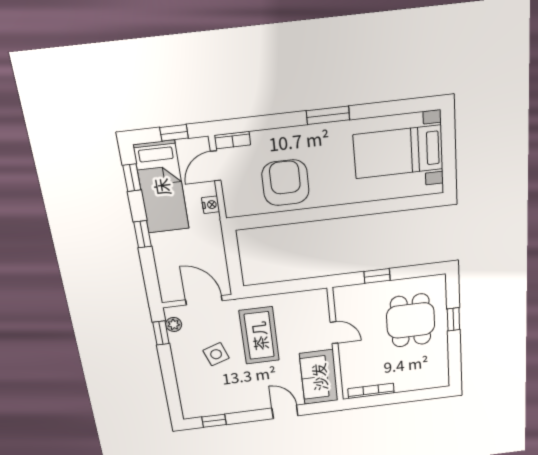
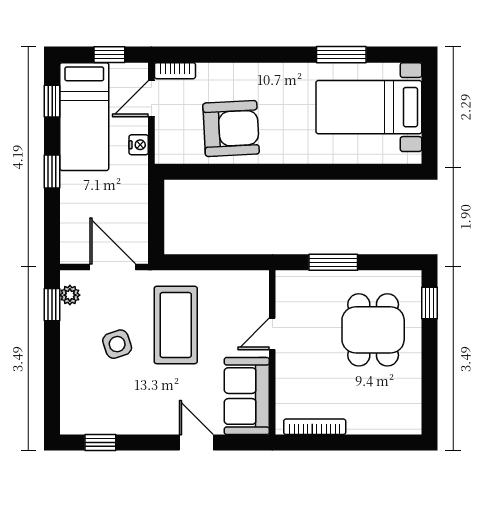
window: (328, 115) -> (341, 55), moved
armchair: (285, 183) -> (231, 129), turned 87
window: (377, 276) -> (333, 262), width x1.50
window: (453, 319) -> (429, 303), moved
door: (334, 333) -> (272, 334), swing flipped

